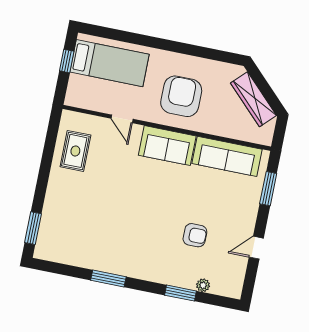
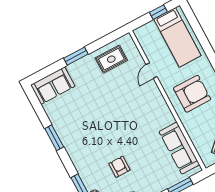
sofa: (167, 146) -> (53, 86), moved, turned -90
window: (33, 228) -> (76, 56), moved
armchair: (195, 235) -> (119, 167), turned 180

